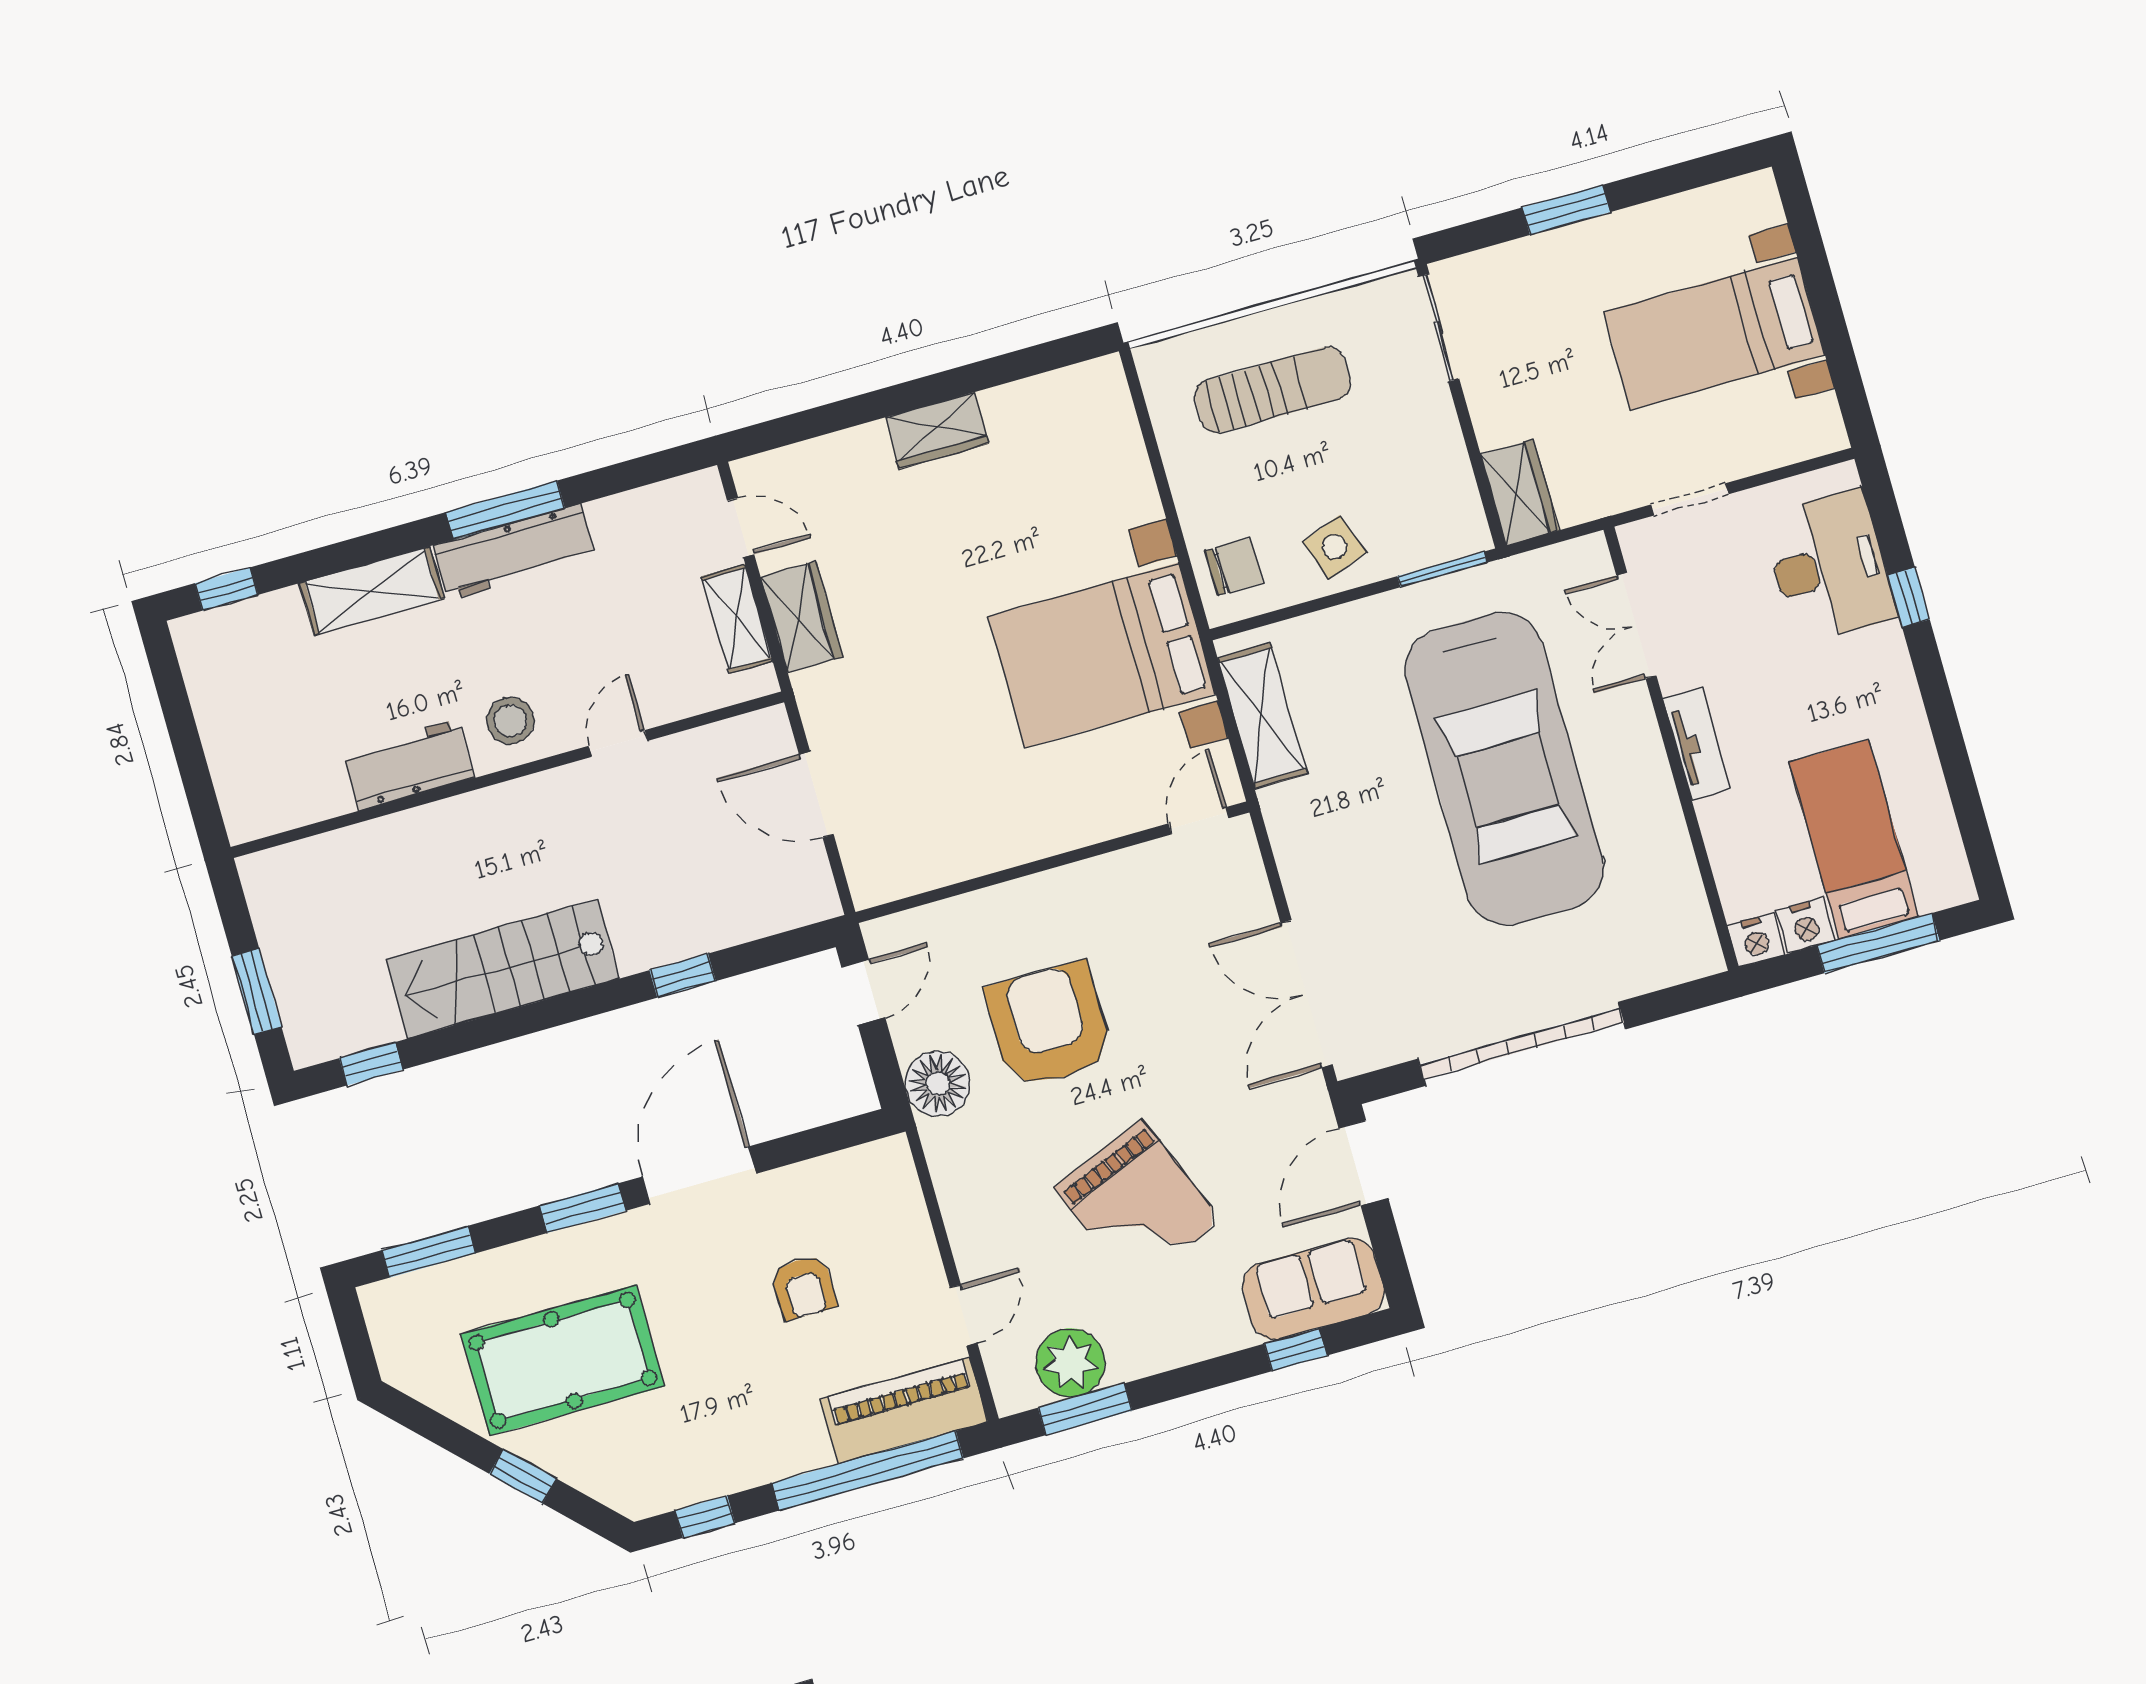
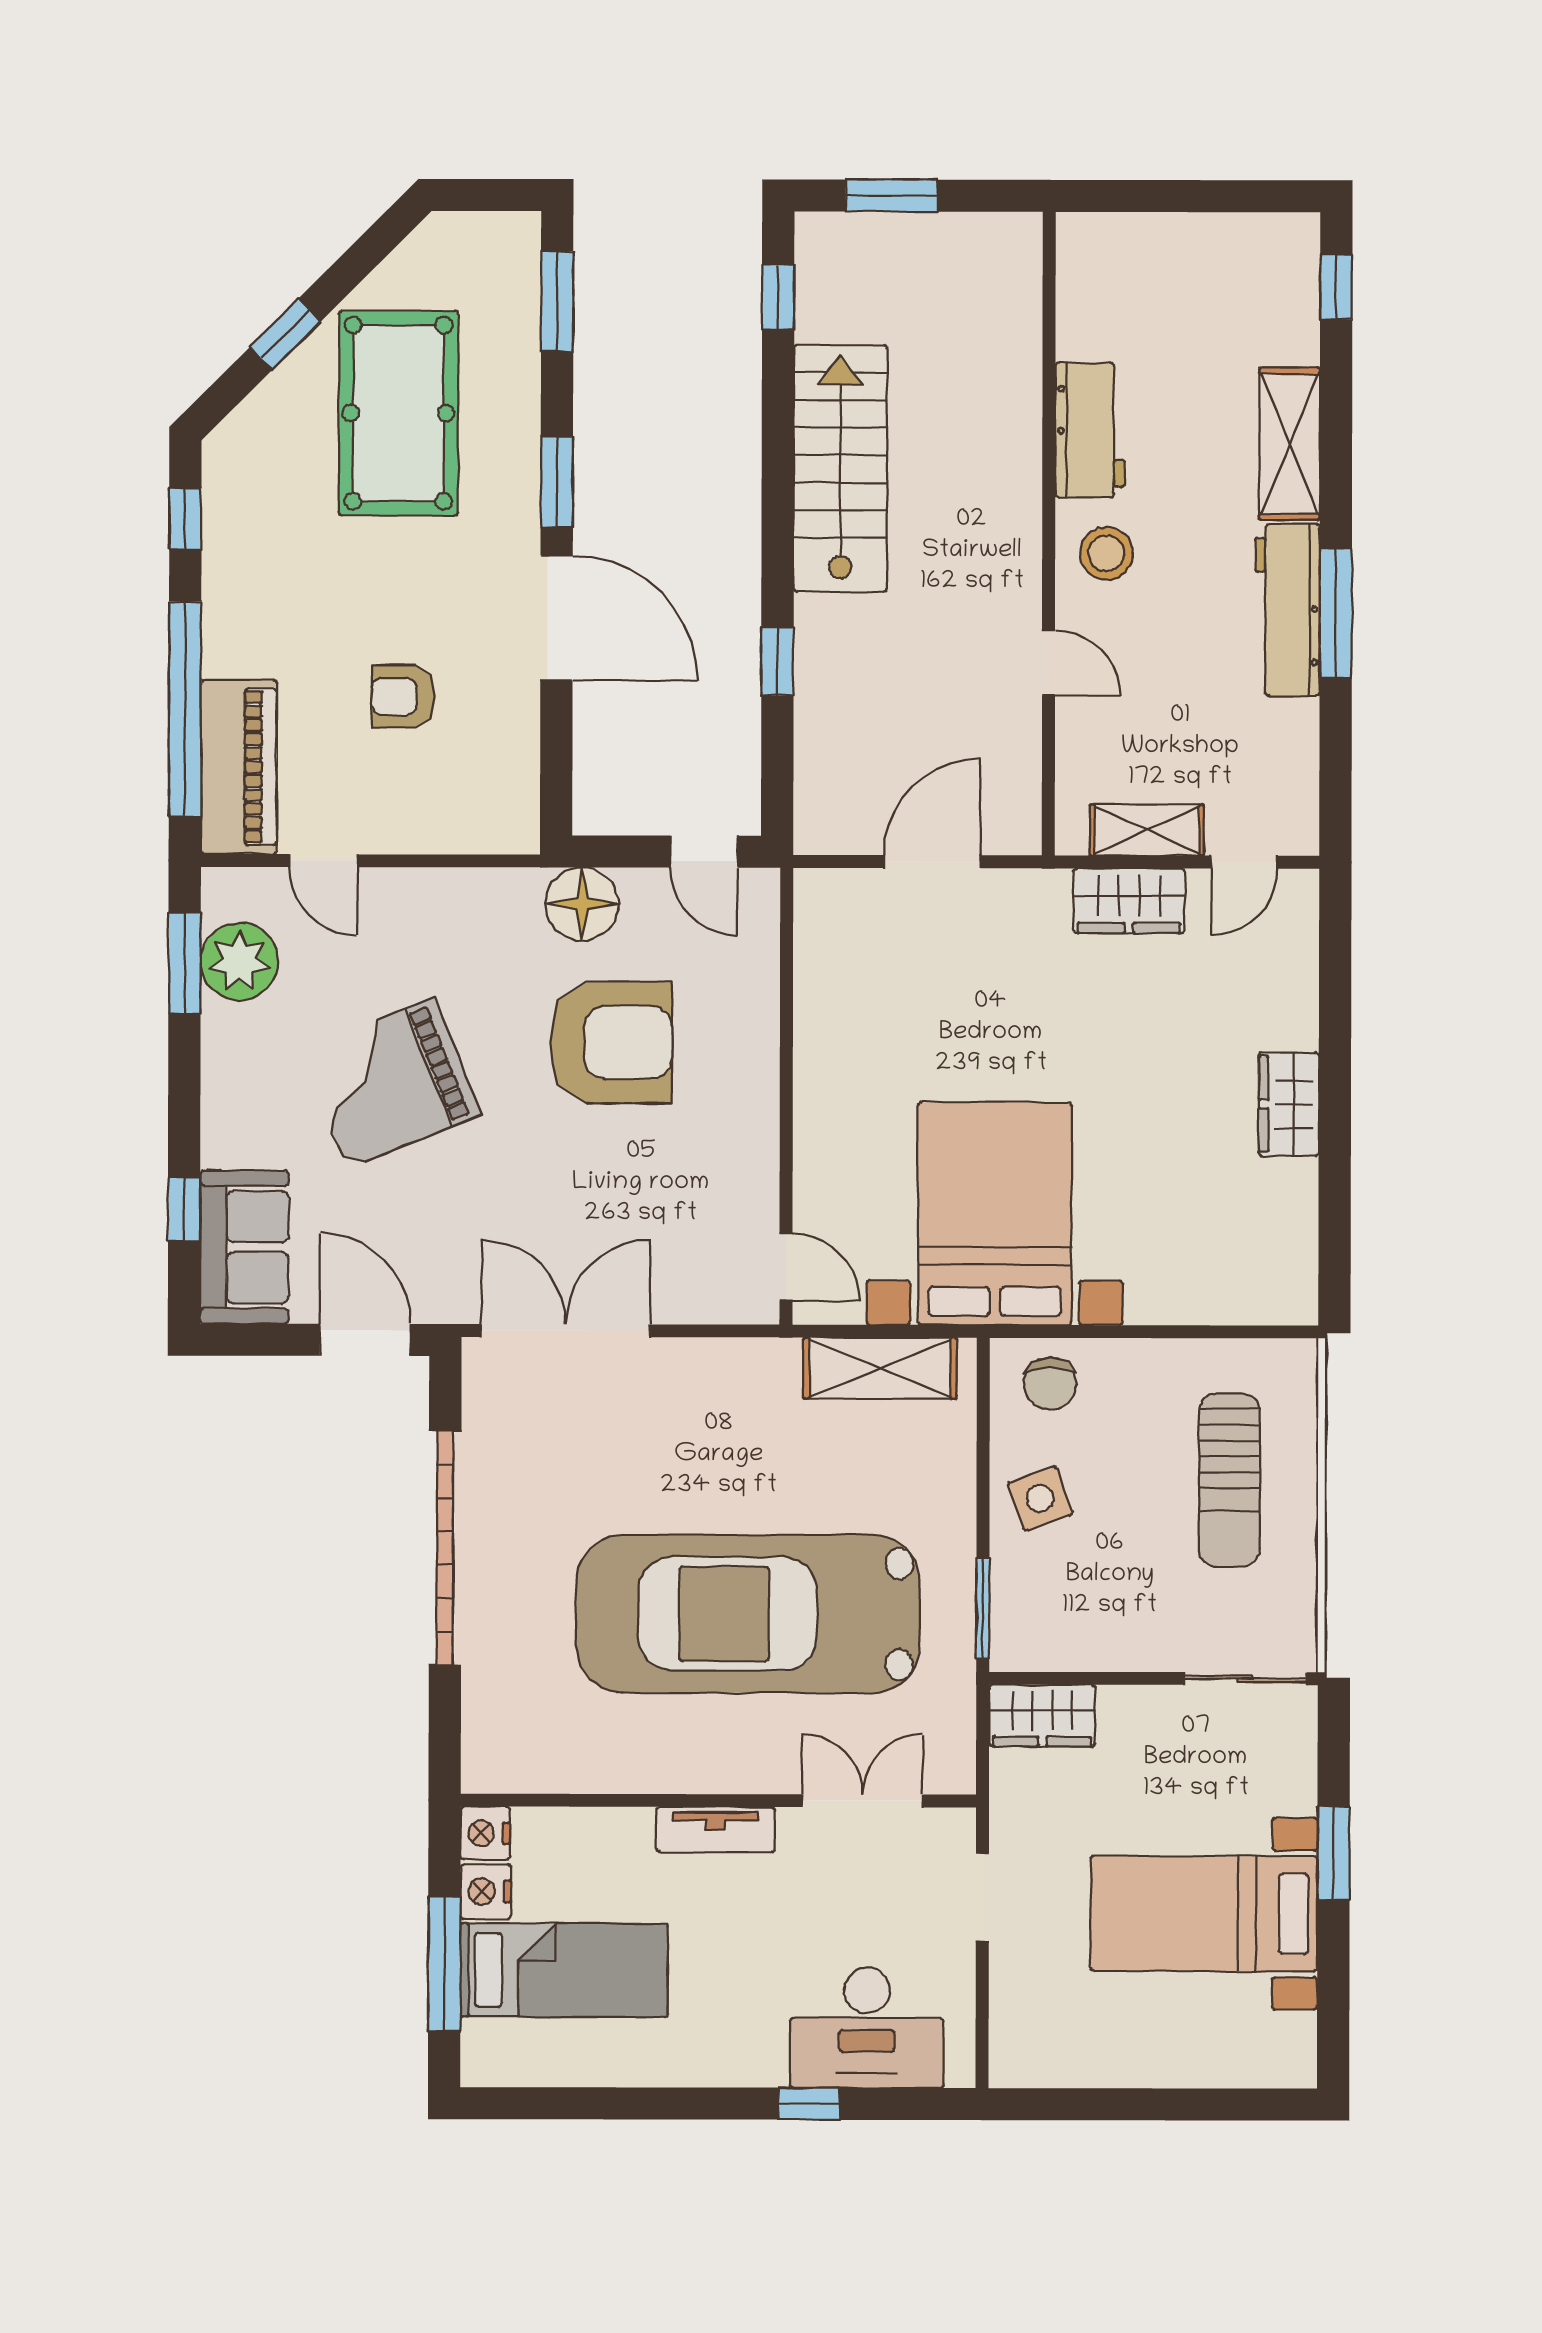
bed with nightstands: (1714, 333) -> (1204, 1914), moved, turned -90

